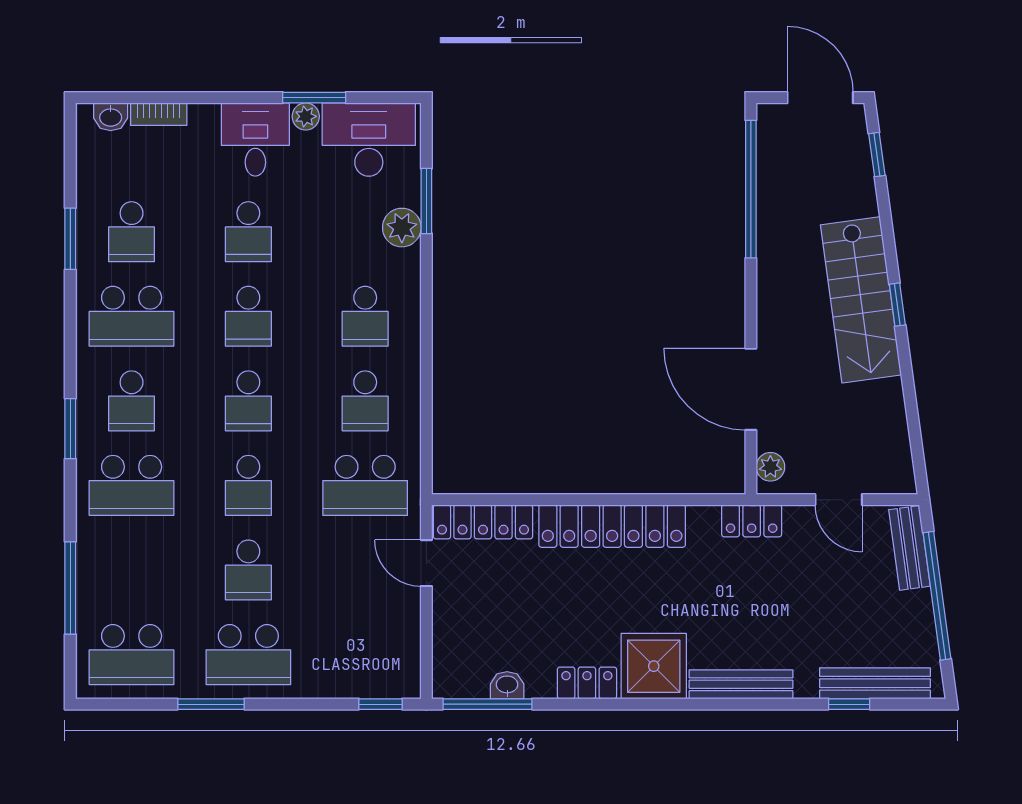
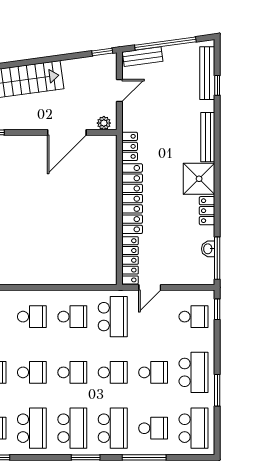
window: (897, 305) -> (102, 52), moved
school desk: (132, 401) -> (72, 428), width x1.85
locker: (752, 521) -> (130, 146), moved
school desk: (132, 570) -> (153, 428), added
window: (70, 588) -> (144, 457), moved
school desk: (365, 655) -> (193, 317), added

